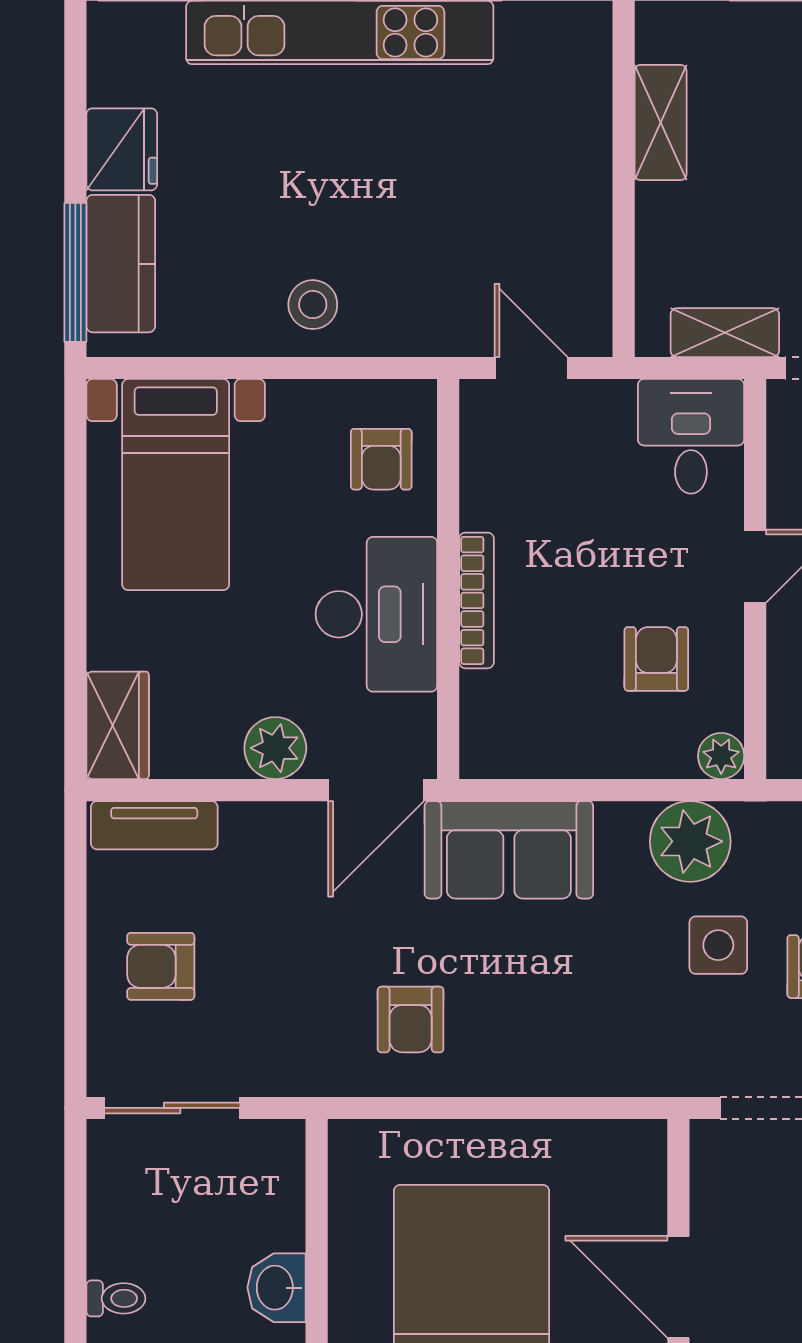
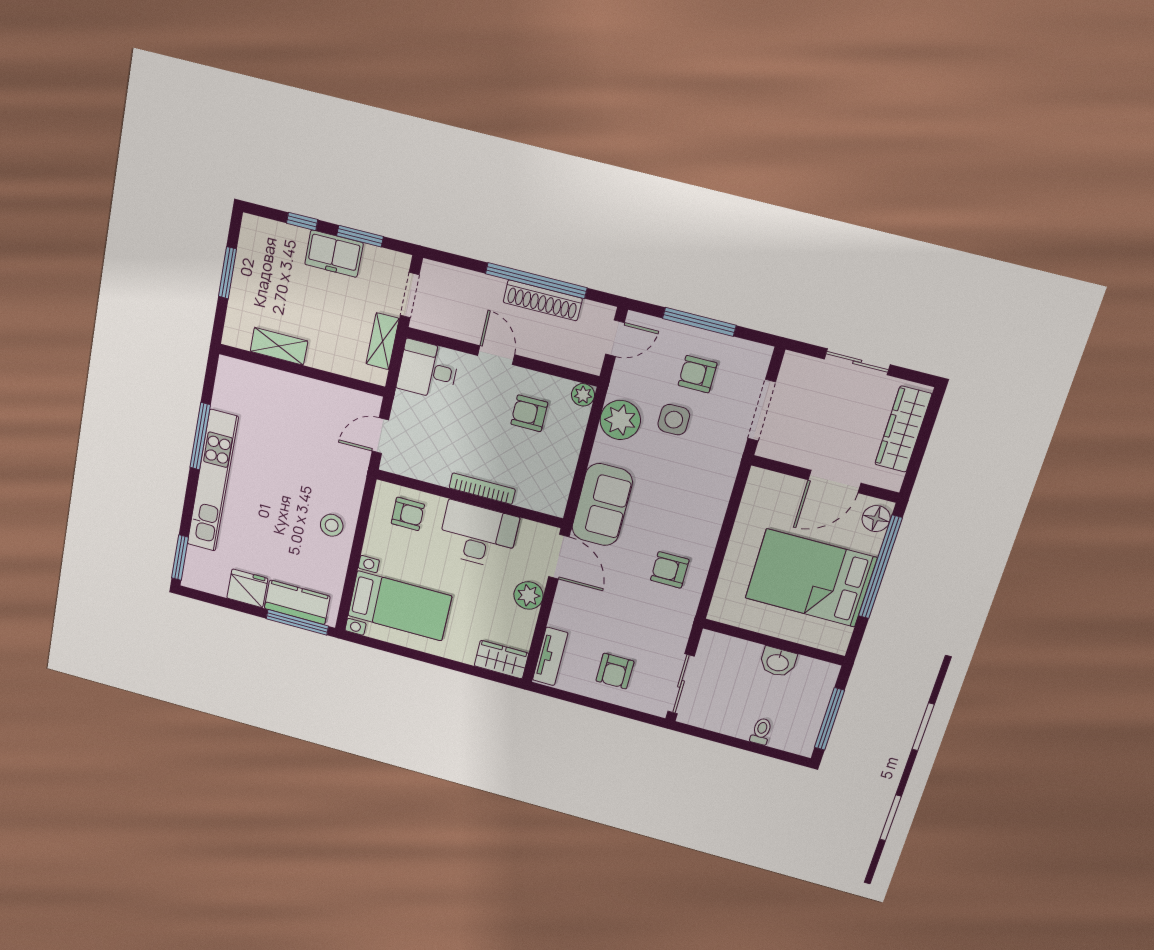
armchair: (411, 1019) -> (670, 570), turned 180

